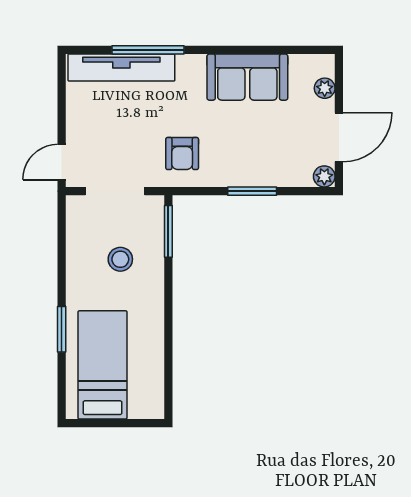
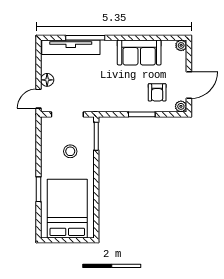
plant: (325, 88) -> (181, 45), moved
floor lamp: (78, 128) -> (47, 80), added
armchair: (182, 153) -> (157, 92), moved
bed: (103, 365) -> (67, 209), width x1.50

